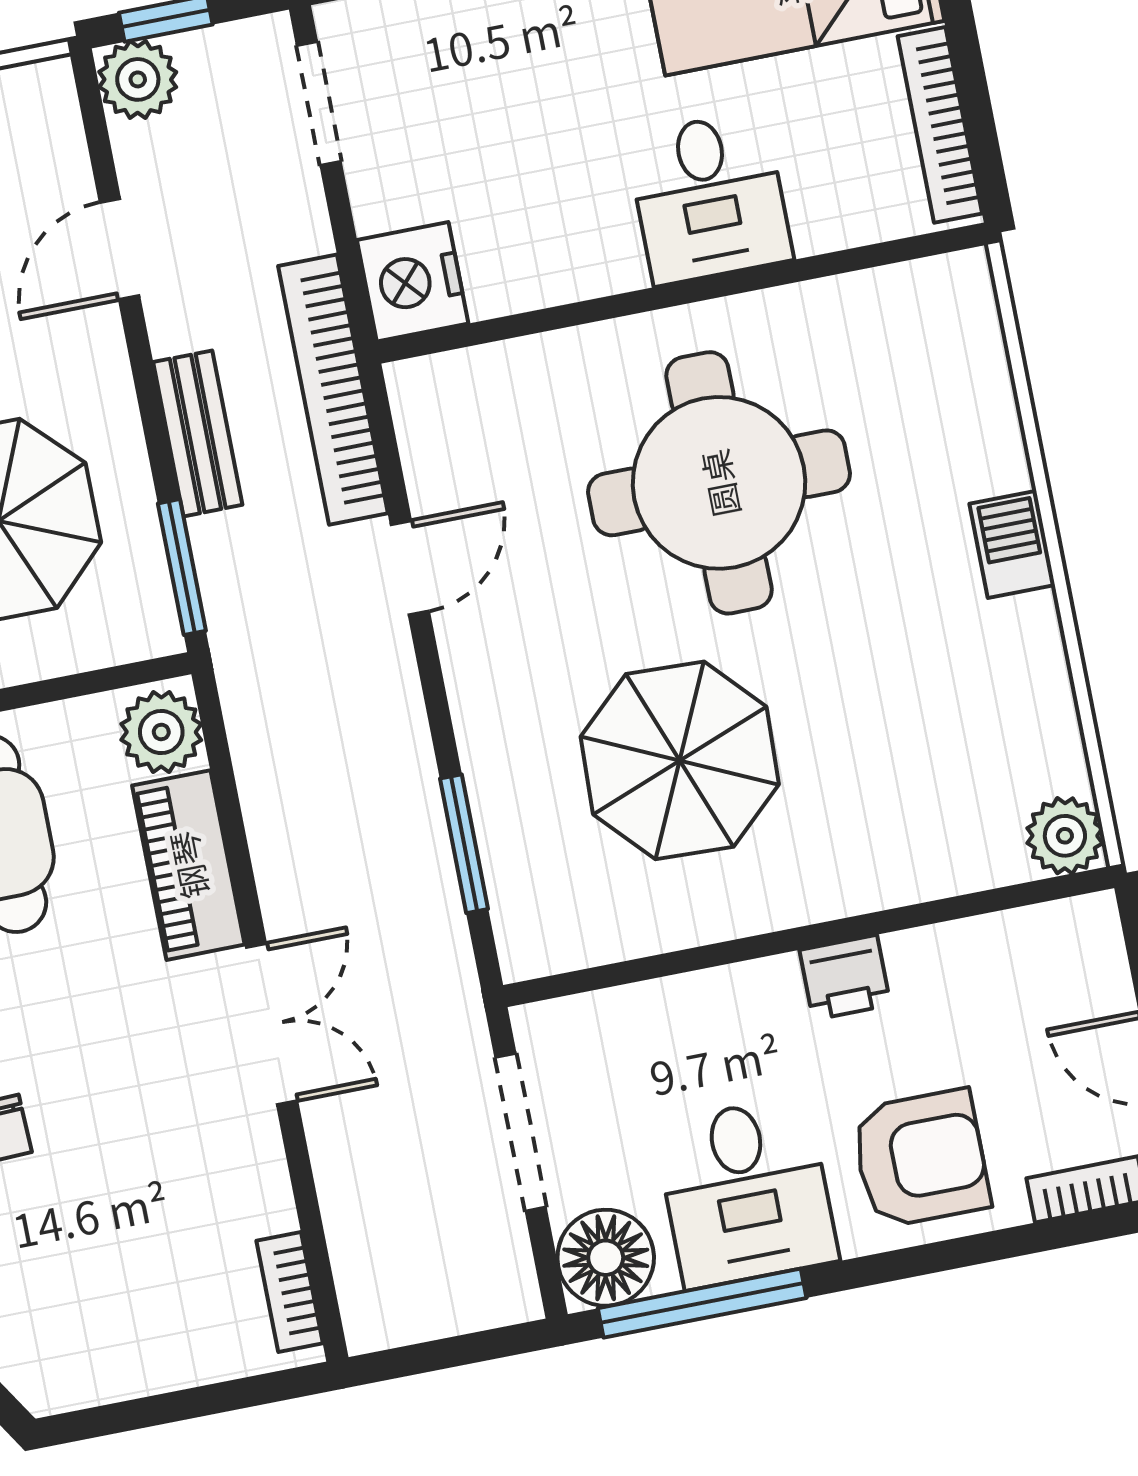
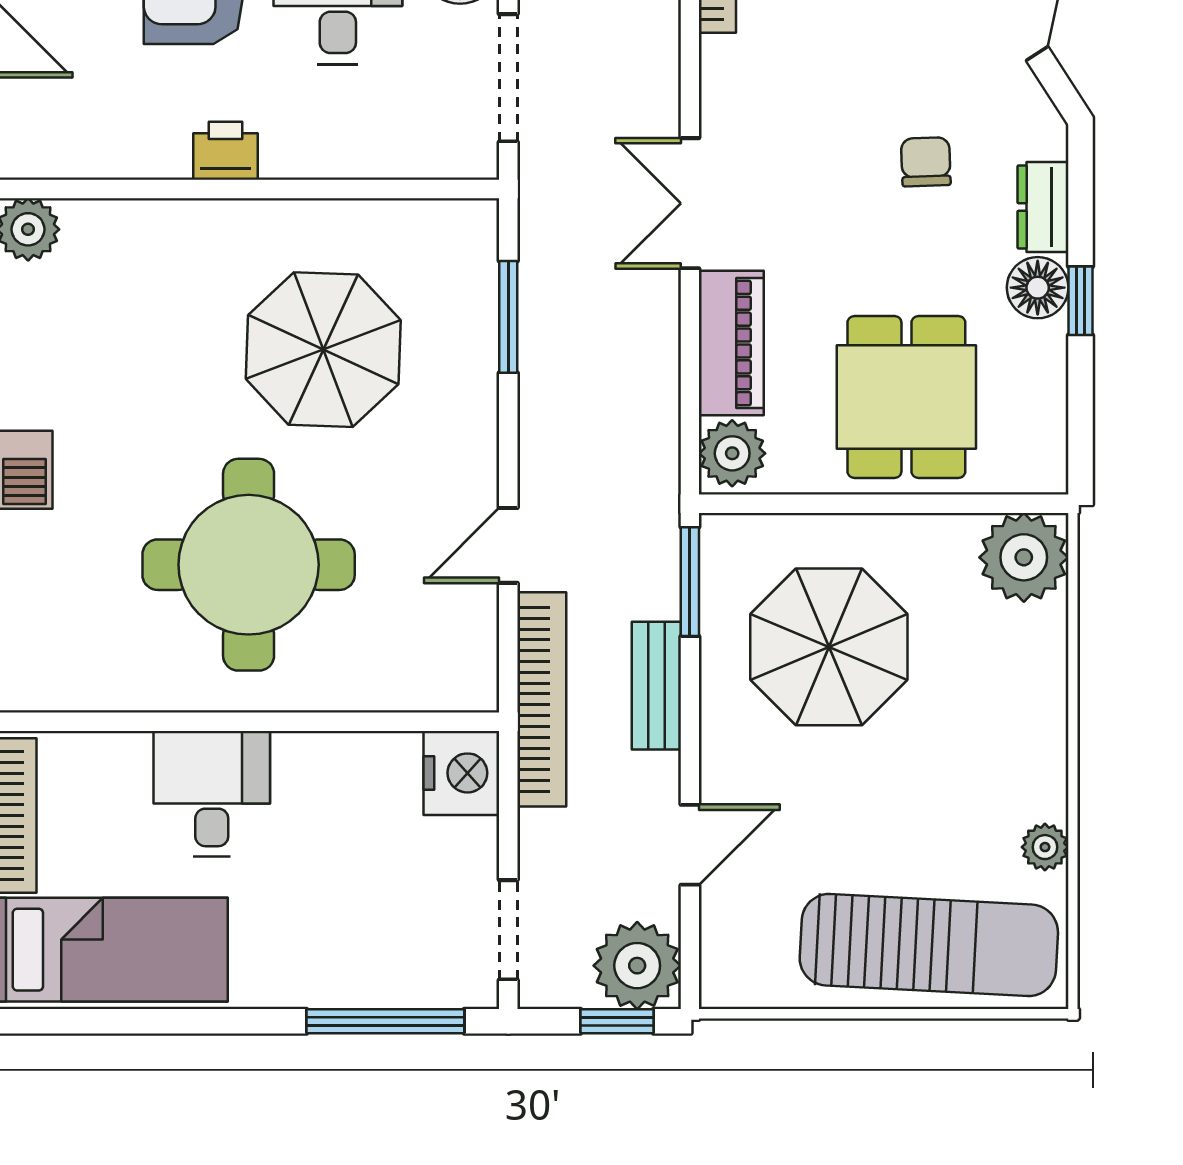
plant: (138, 79) -> (637, 966), width x1.36, depth x1.36

